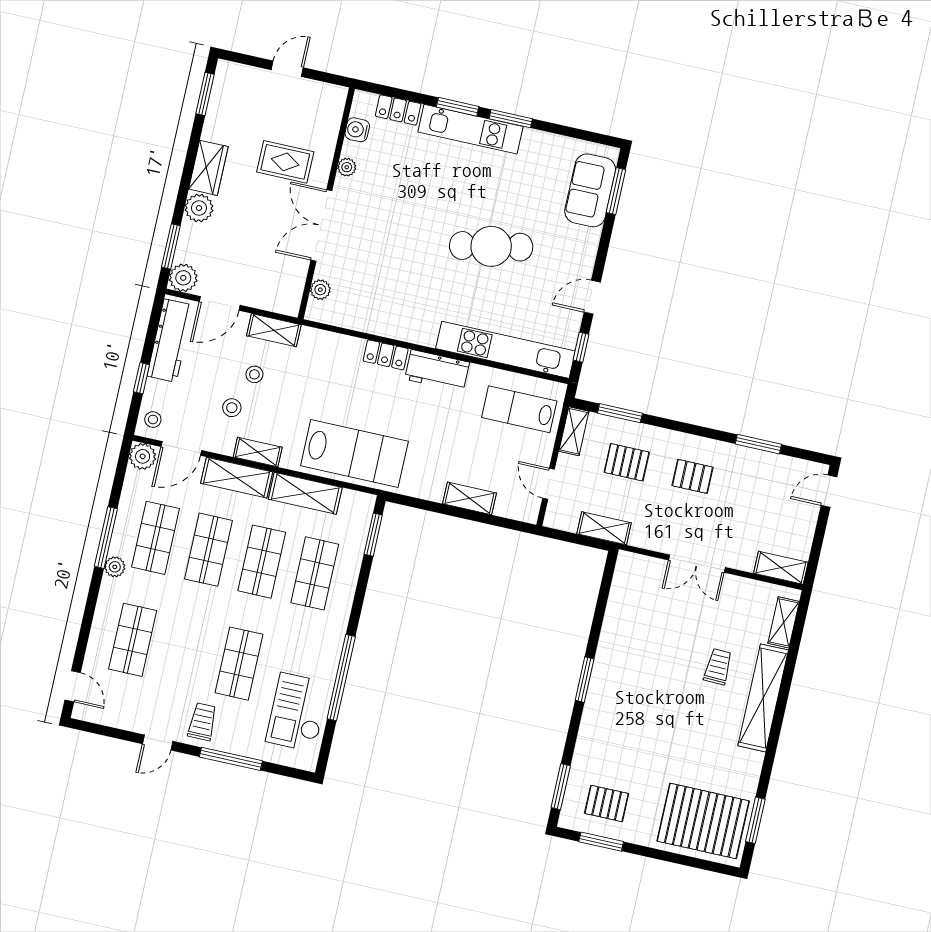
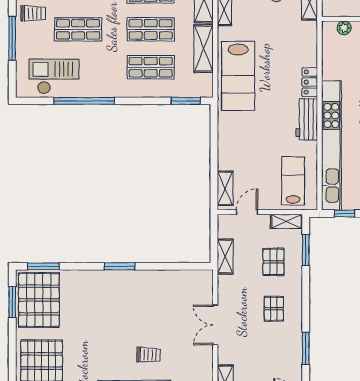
kitchen unit: (505, 350) -> (331, 145), width x1.36
shelving: (469, 498) -> (225, 188), moved
pallet: (607, 803) -> (39, 300), width x2.05, depth x2.00

